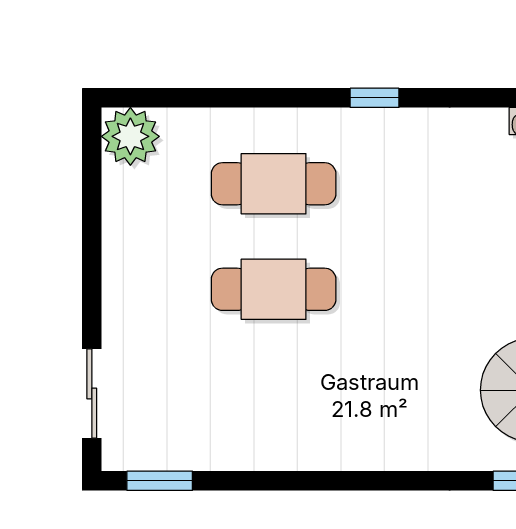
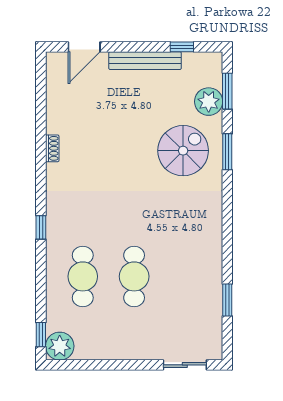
window: (154, 98) -> (41, 335), added
window: (160, 481) -> (227, 300), moved

